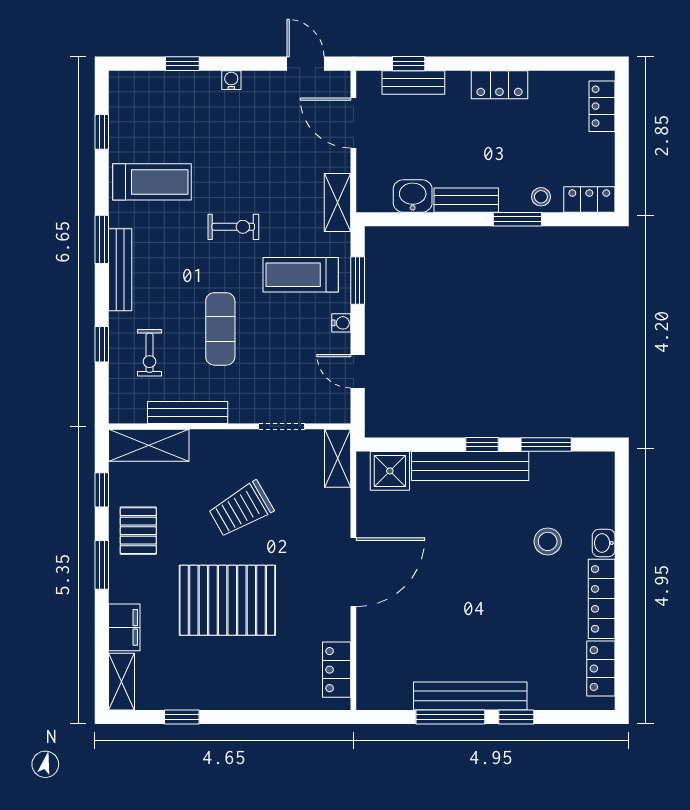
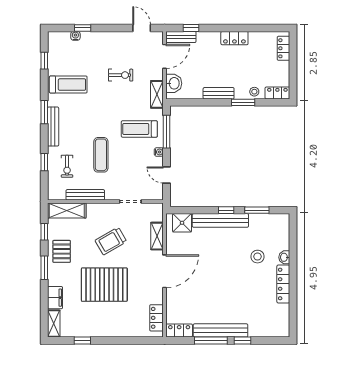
water cooler: (231, 80) -> (75, 36), moved
bench: (413, 83) -> (181, 37), moved
door: (353, 123) -> (165, 56), swing flipped
washbasin: (413, 196) -> (174, 83), moved, turned 90
exercise bike: (233, 227) -> (121, 75), moved
window: (358, 280) -> (167, 132), width x1.44
shelving: (338, 458) -> (157, 236), moved
locker: (601, 669) -> (179, 330), moved, turned 90

